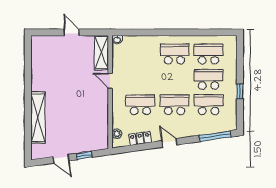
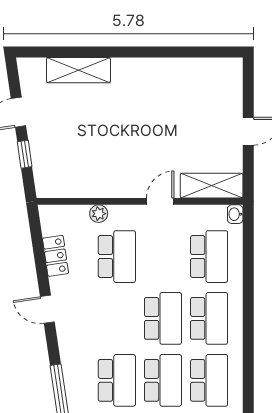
school desk: (140, 54) -> (209, 257), added
school desk: (174, 105) -> (163, 318), moved
shelving: (38, 118) -> (78, 70), width x0.68
plant: (117, 134) -> (99, 214), moved
door: (169, 143) -> (47, 309), swing flipped

